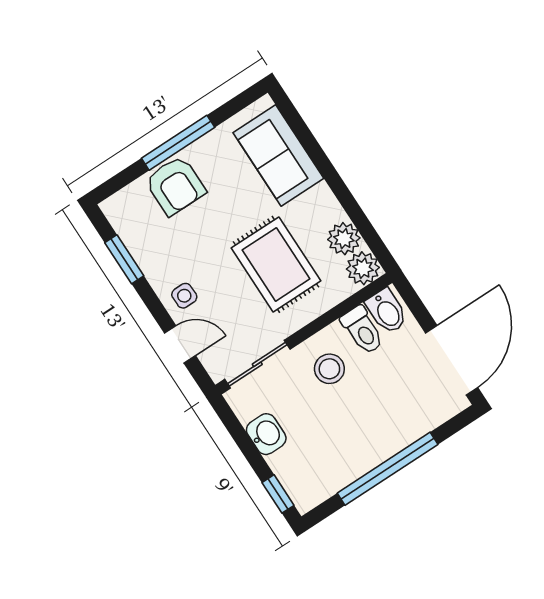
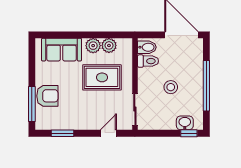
window: (178, 143) -> (32, 104), moved
plant: (363, 268) -> (93, 46), moved
side table: (184, 296) -> (91, 120), removed
stool: (329, 369) -> (171, 87), moved
washbasin: (266, 434) -> (185, 123), moved

